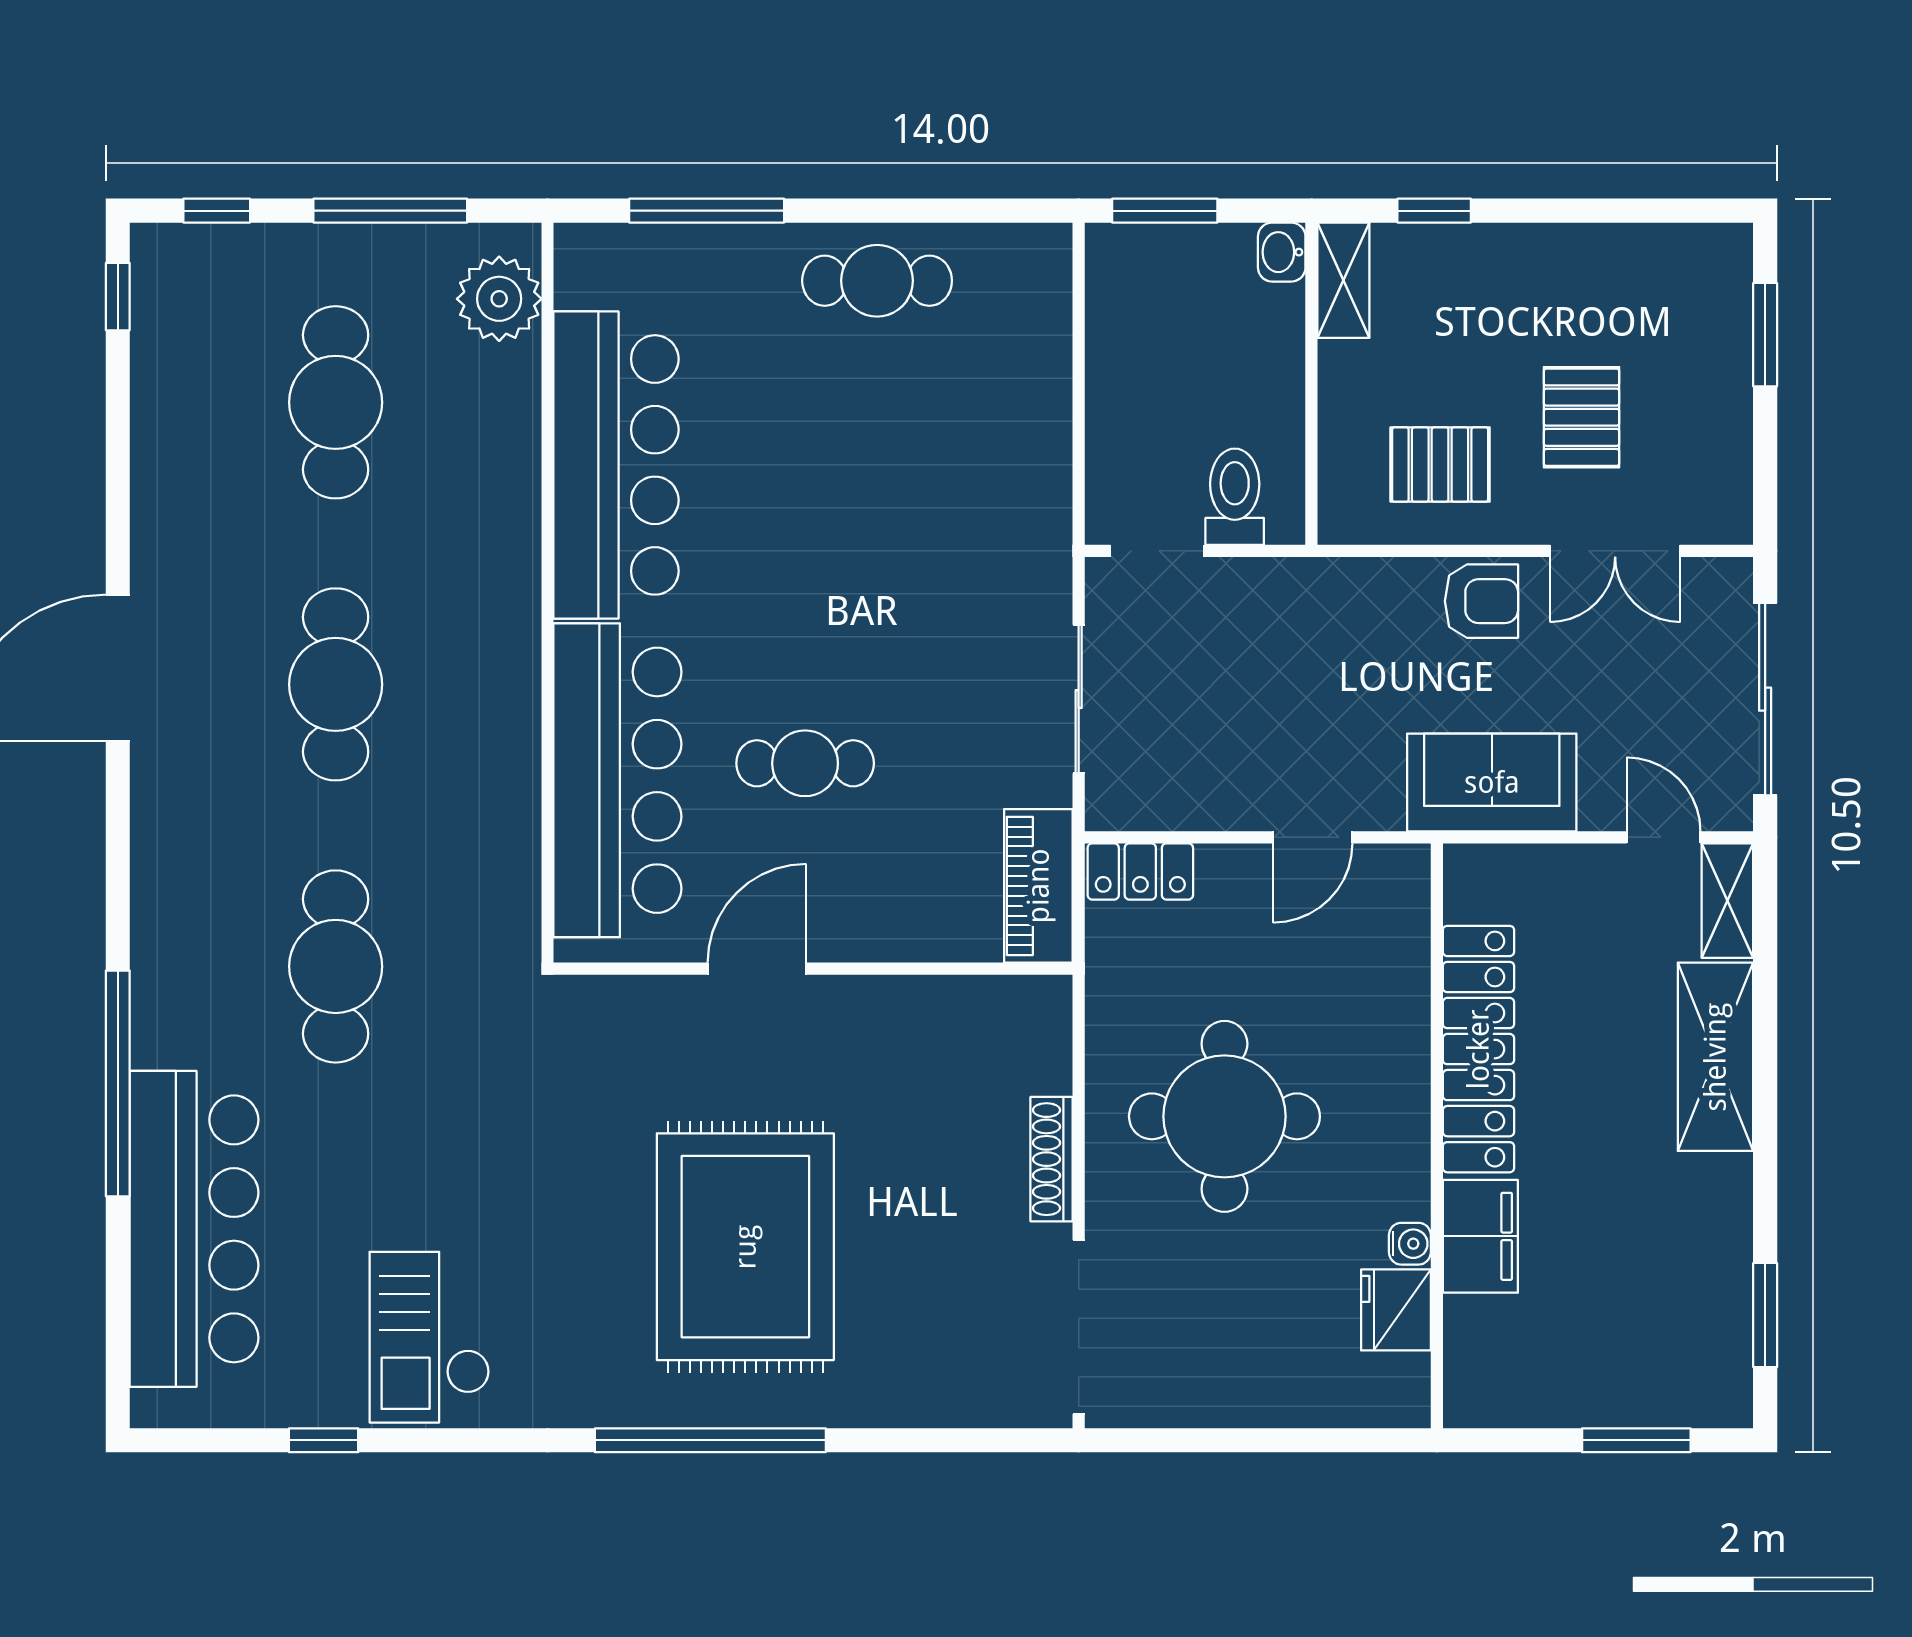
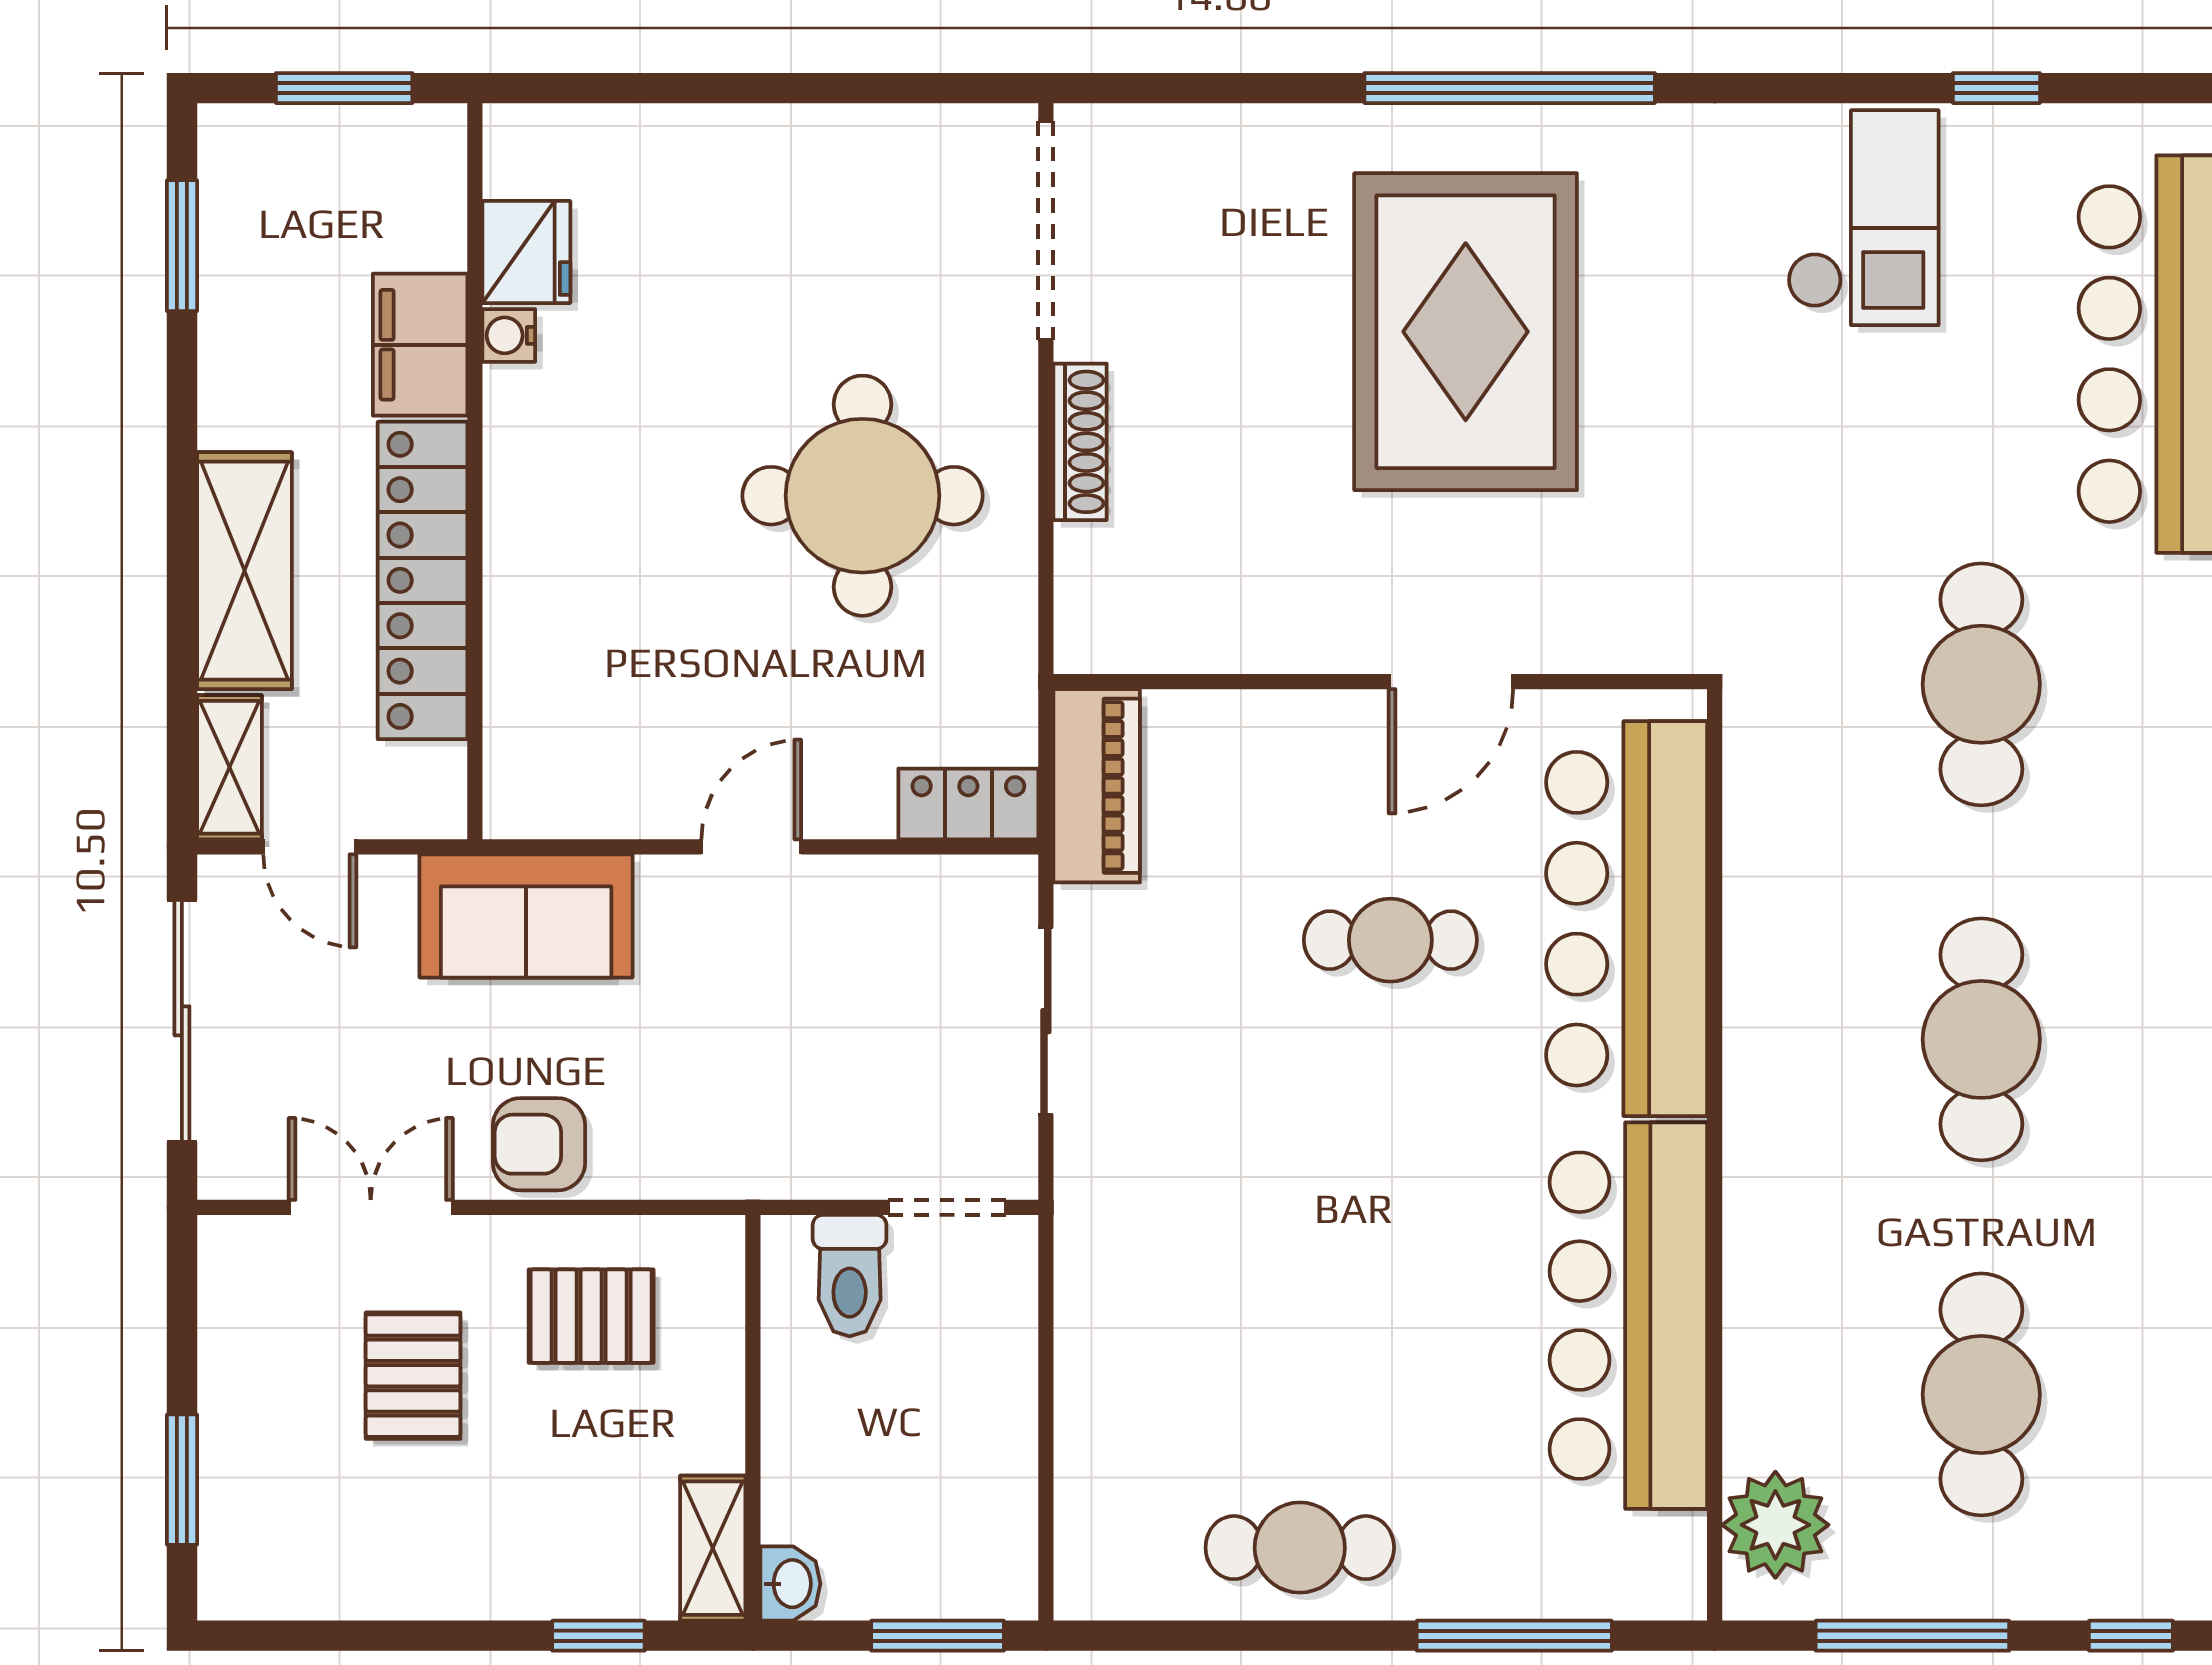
locker: (1478, 1049) -> (423, 580), moved
wall: (1437, 1136) -> (475, 471), moved
filing cabinet: (1480, 1236) -> (420, 345), moved
water cooler: (1410, 1244) -> (509, 335), moved
fridge: (1396, 1310) -> (526, 252), moved

